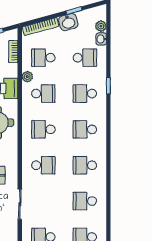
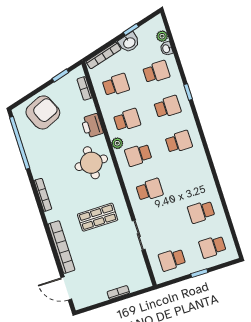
school desk: (43, 58) -> (116, 85), turned 180
plant: (27, 77) -> (117, 143), moved
school desk: (85, 94) -> (167, 107), turned 180
school desk: (85, 129) -> (179, 142), turned 180
school desk: (85, 165) -> (190, 177), removed

